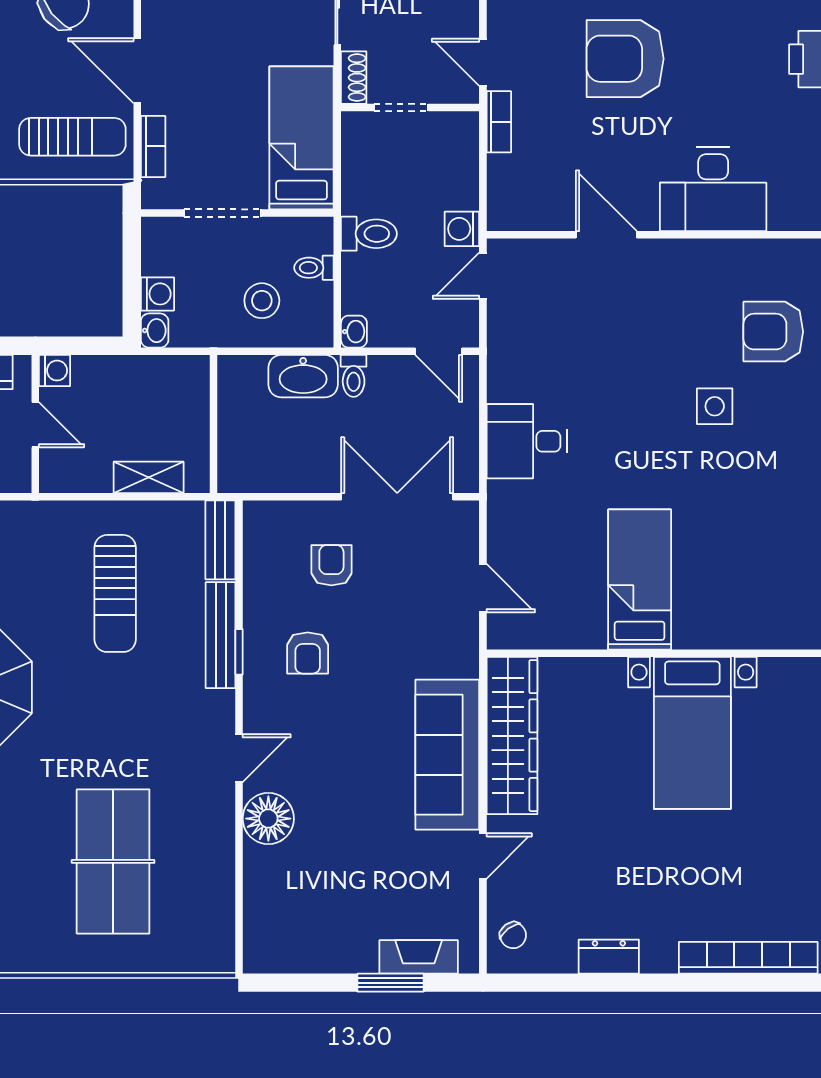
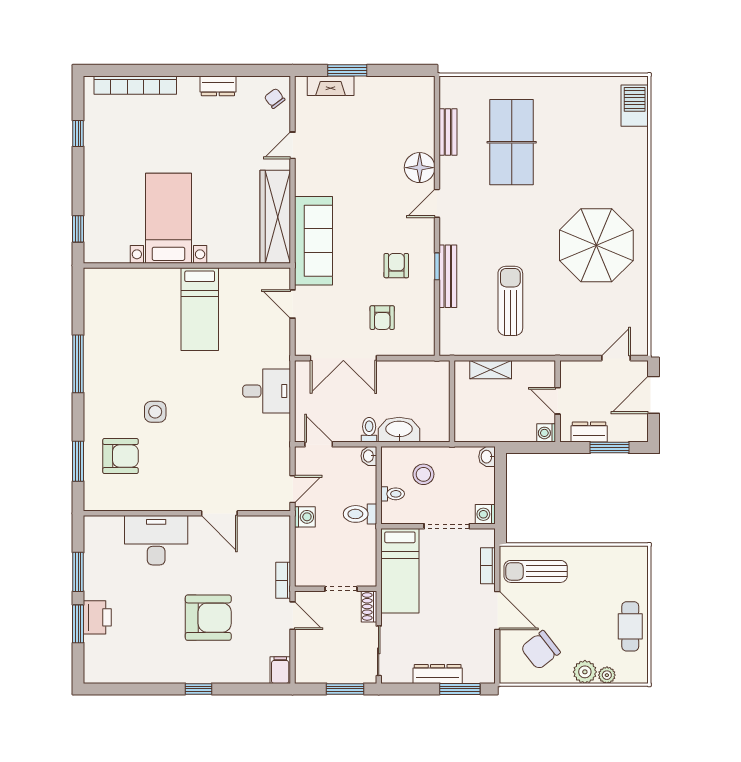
washing machine: (157, 294) -> (485, 514), moved
bench: (220, 540) -> (448, 132), moved
sofa: (447, 755) -> (314, 241), moved

